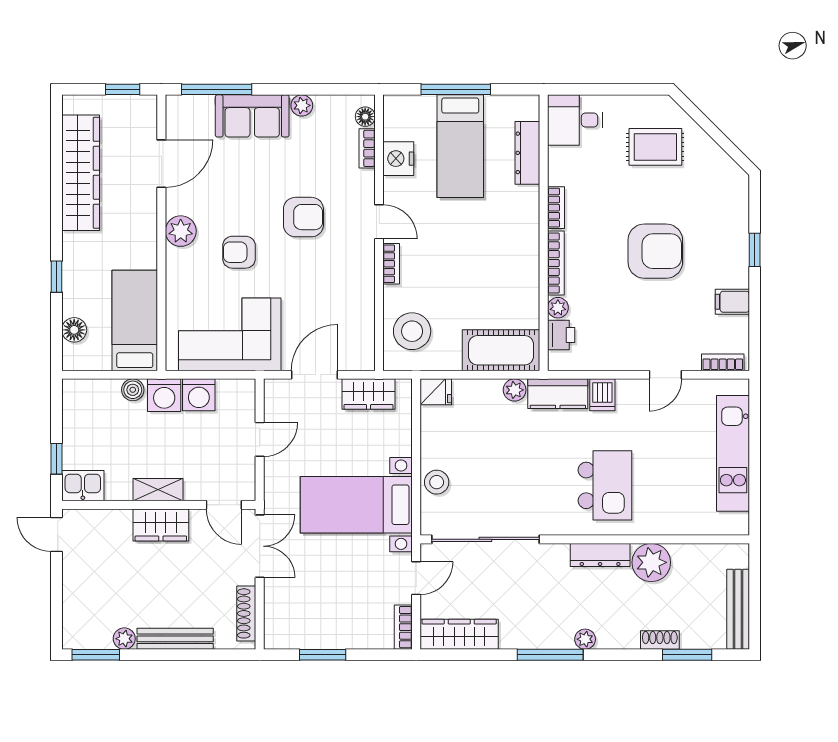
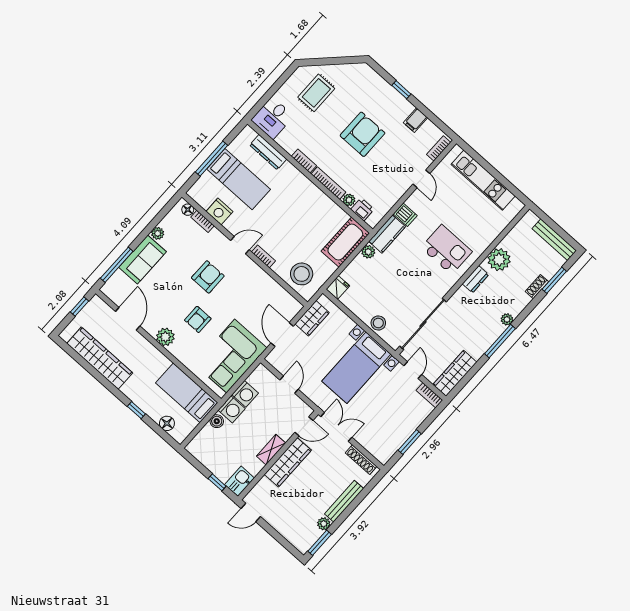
wardrobe: (161, 525) -> (288, 462), width x1.50
dresser: (600, 555) -> (475, 279), width x0.70

